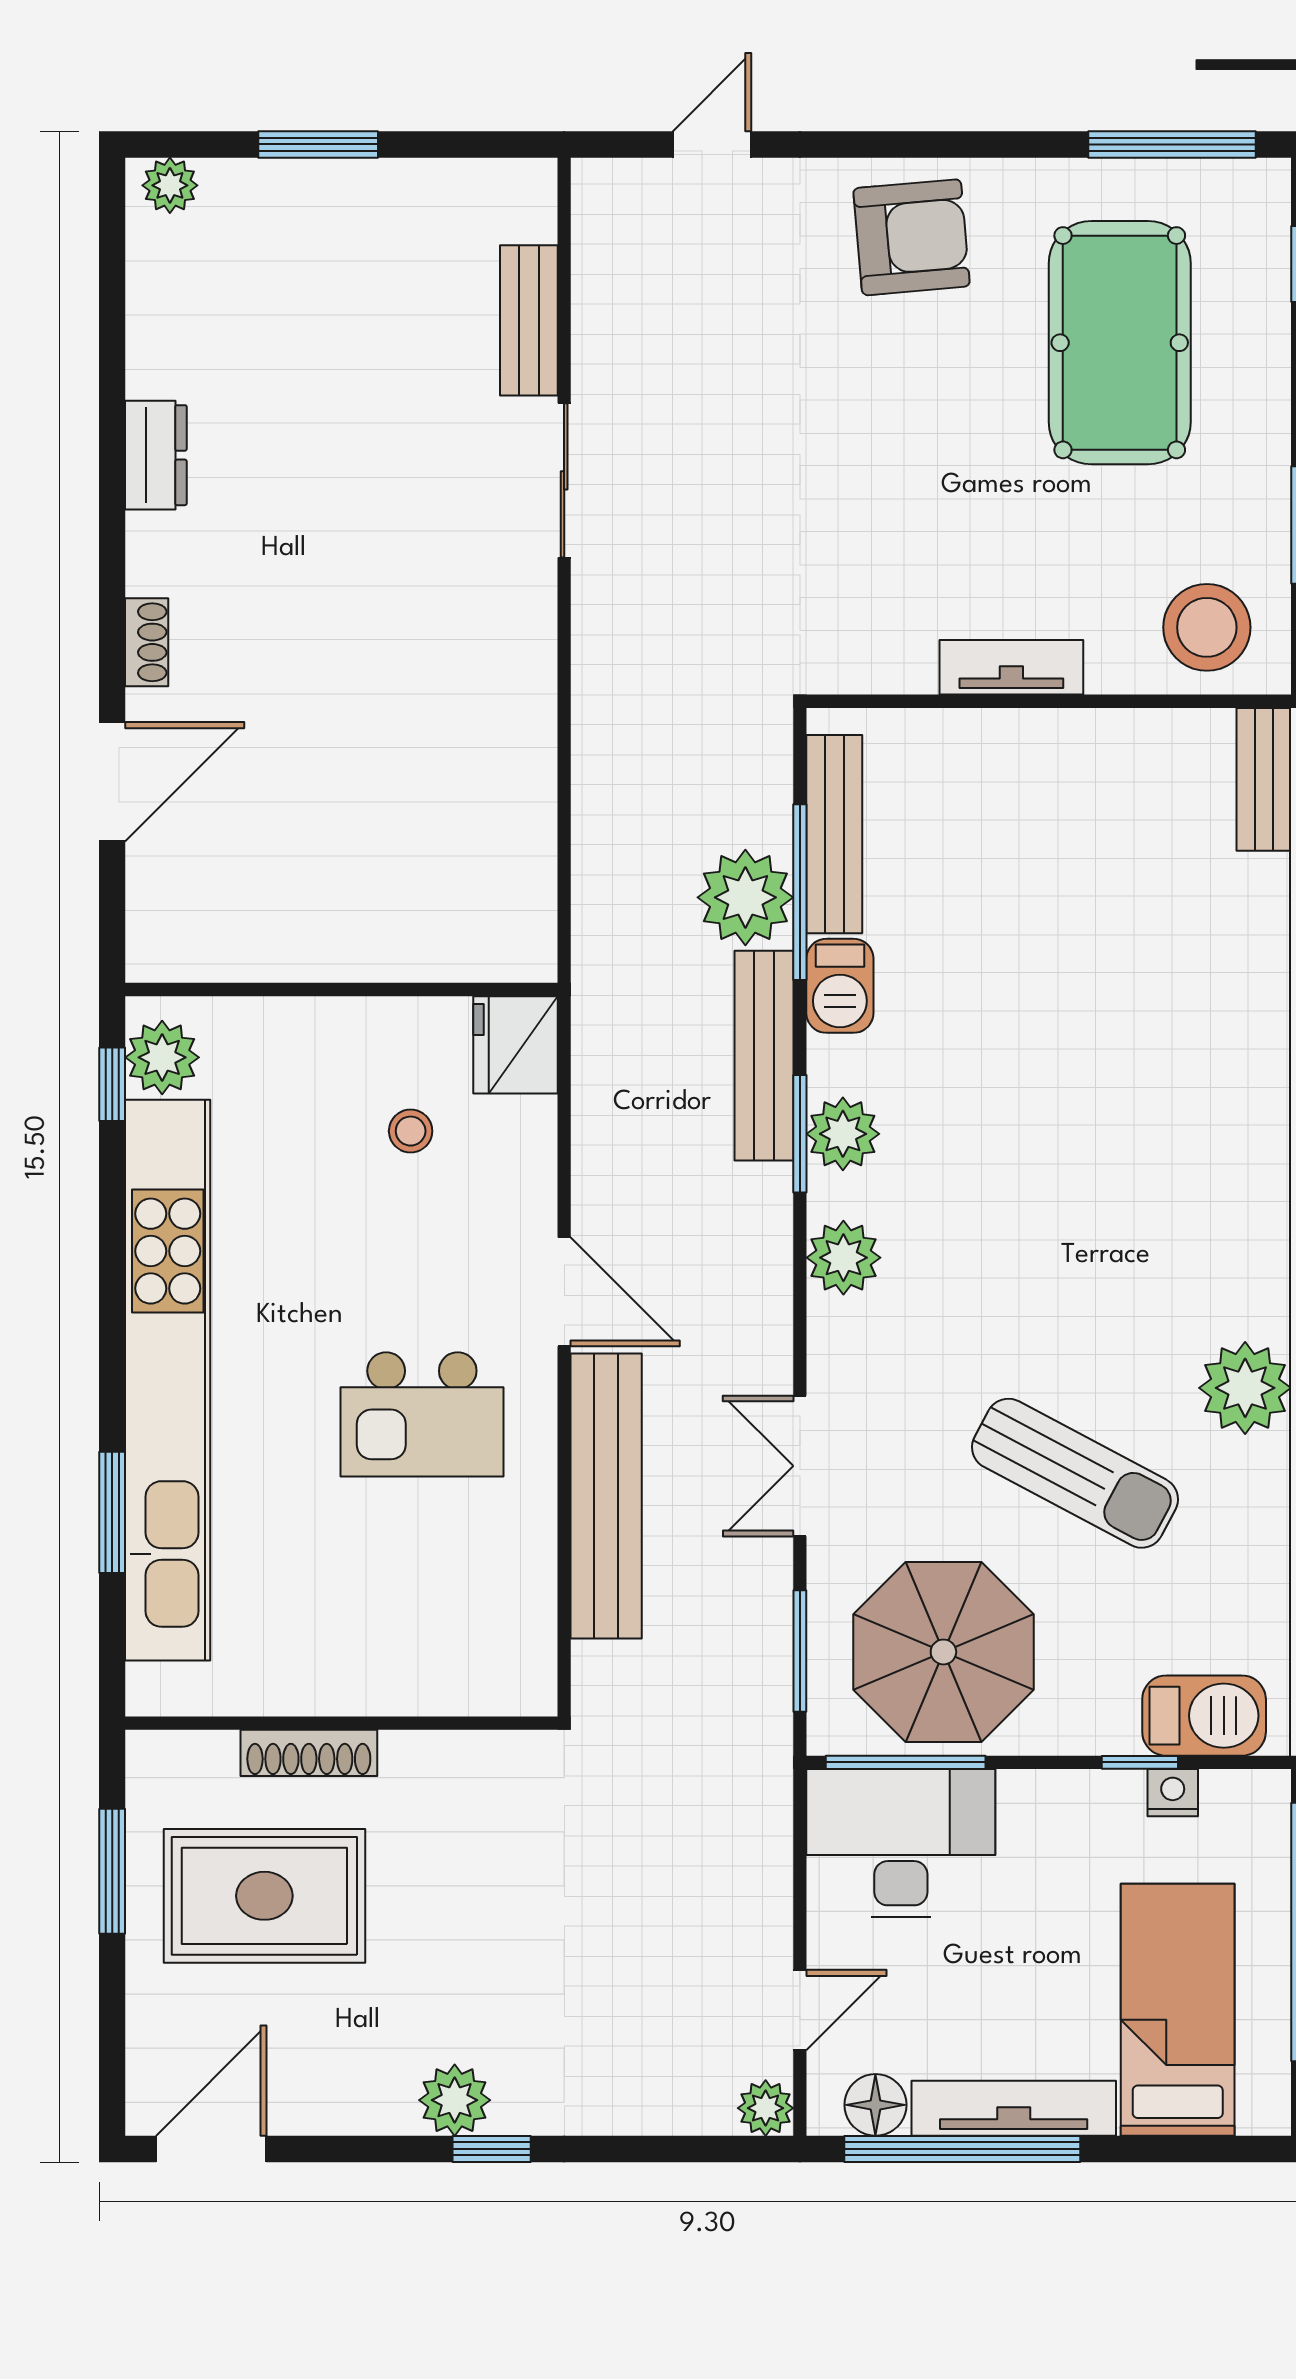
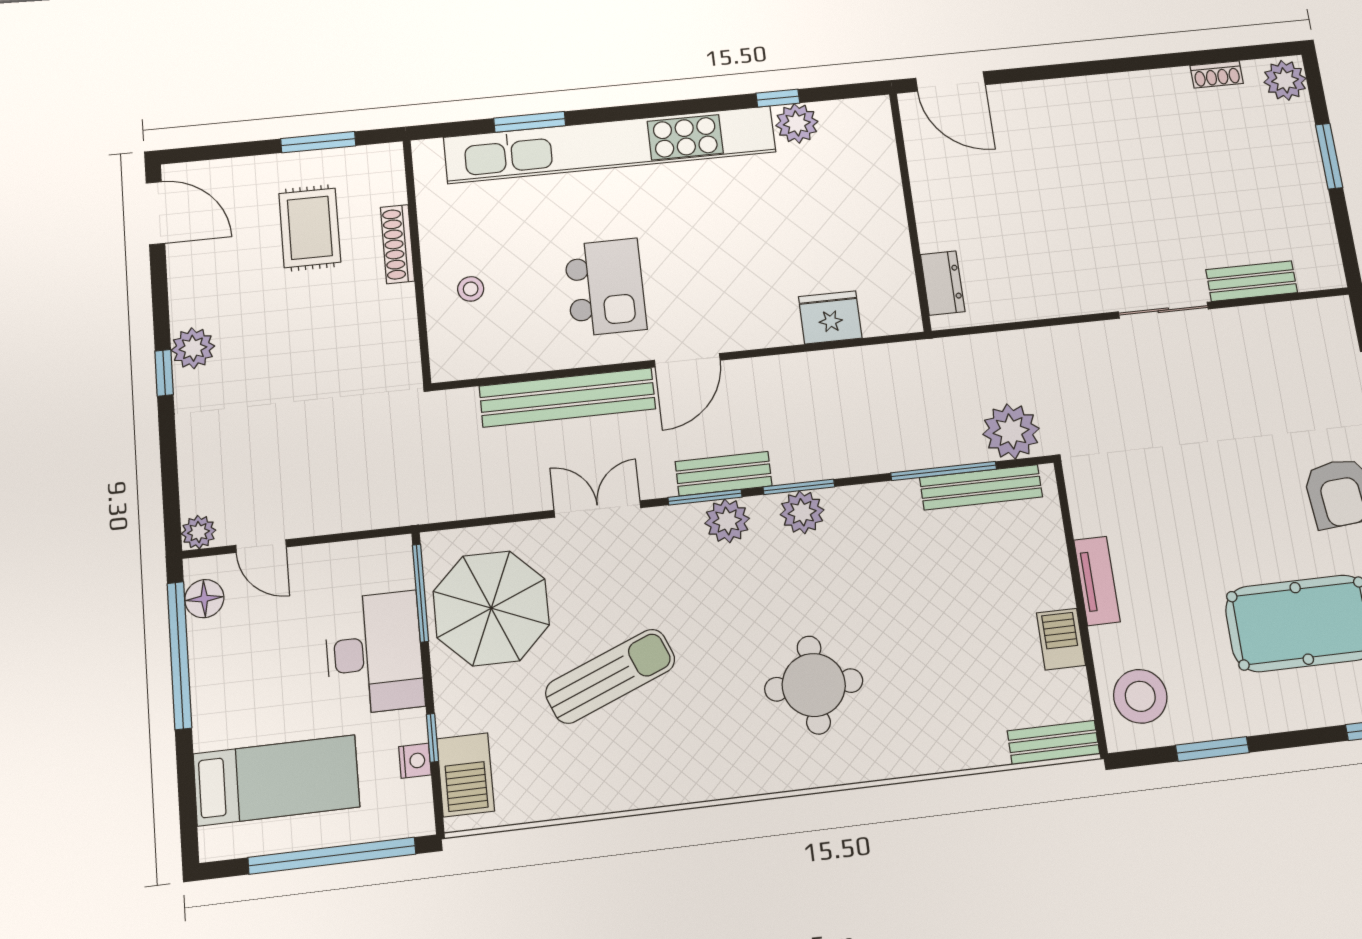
plant: (170, 185) -> (1285, 80), width x1.38, depth x1.38
dresser: (156, 455) -> (943, 283), moved, turned -90
shoe rack: (147, 642) -> (1217, 74), moved
plant: (745, 897) -> (1011, 431), moved
barbecue: (840, 986) -> (1061, 639), moved, turned 90
wall: (341, 989) -> (910, 211), moved
bench: (764, 1056) -> (724, 474), moved, width x0.73
stool: (411, 1131) -> (471, 289), moved
round table: (1127, 1151) -> (814, 685), added
plant: (1245, 1388) -> (675, 776), removed
kitchen island: (422, 1414) -> (605, 287), turned 180
sun lounger: (1075, 1473) -> (610, 676), turned -140
window: (800, 1651) -> (705, 497), moved
desk: (901, 1843) -> (374, 653), moved
rug: (264, 1896) -> (310, 228), width x0.73, depth x0.70
tv unit: (1014, 2108) -> (207, 684), removed

